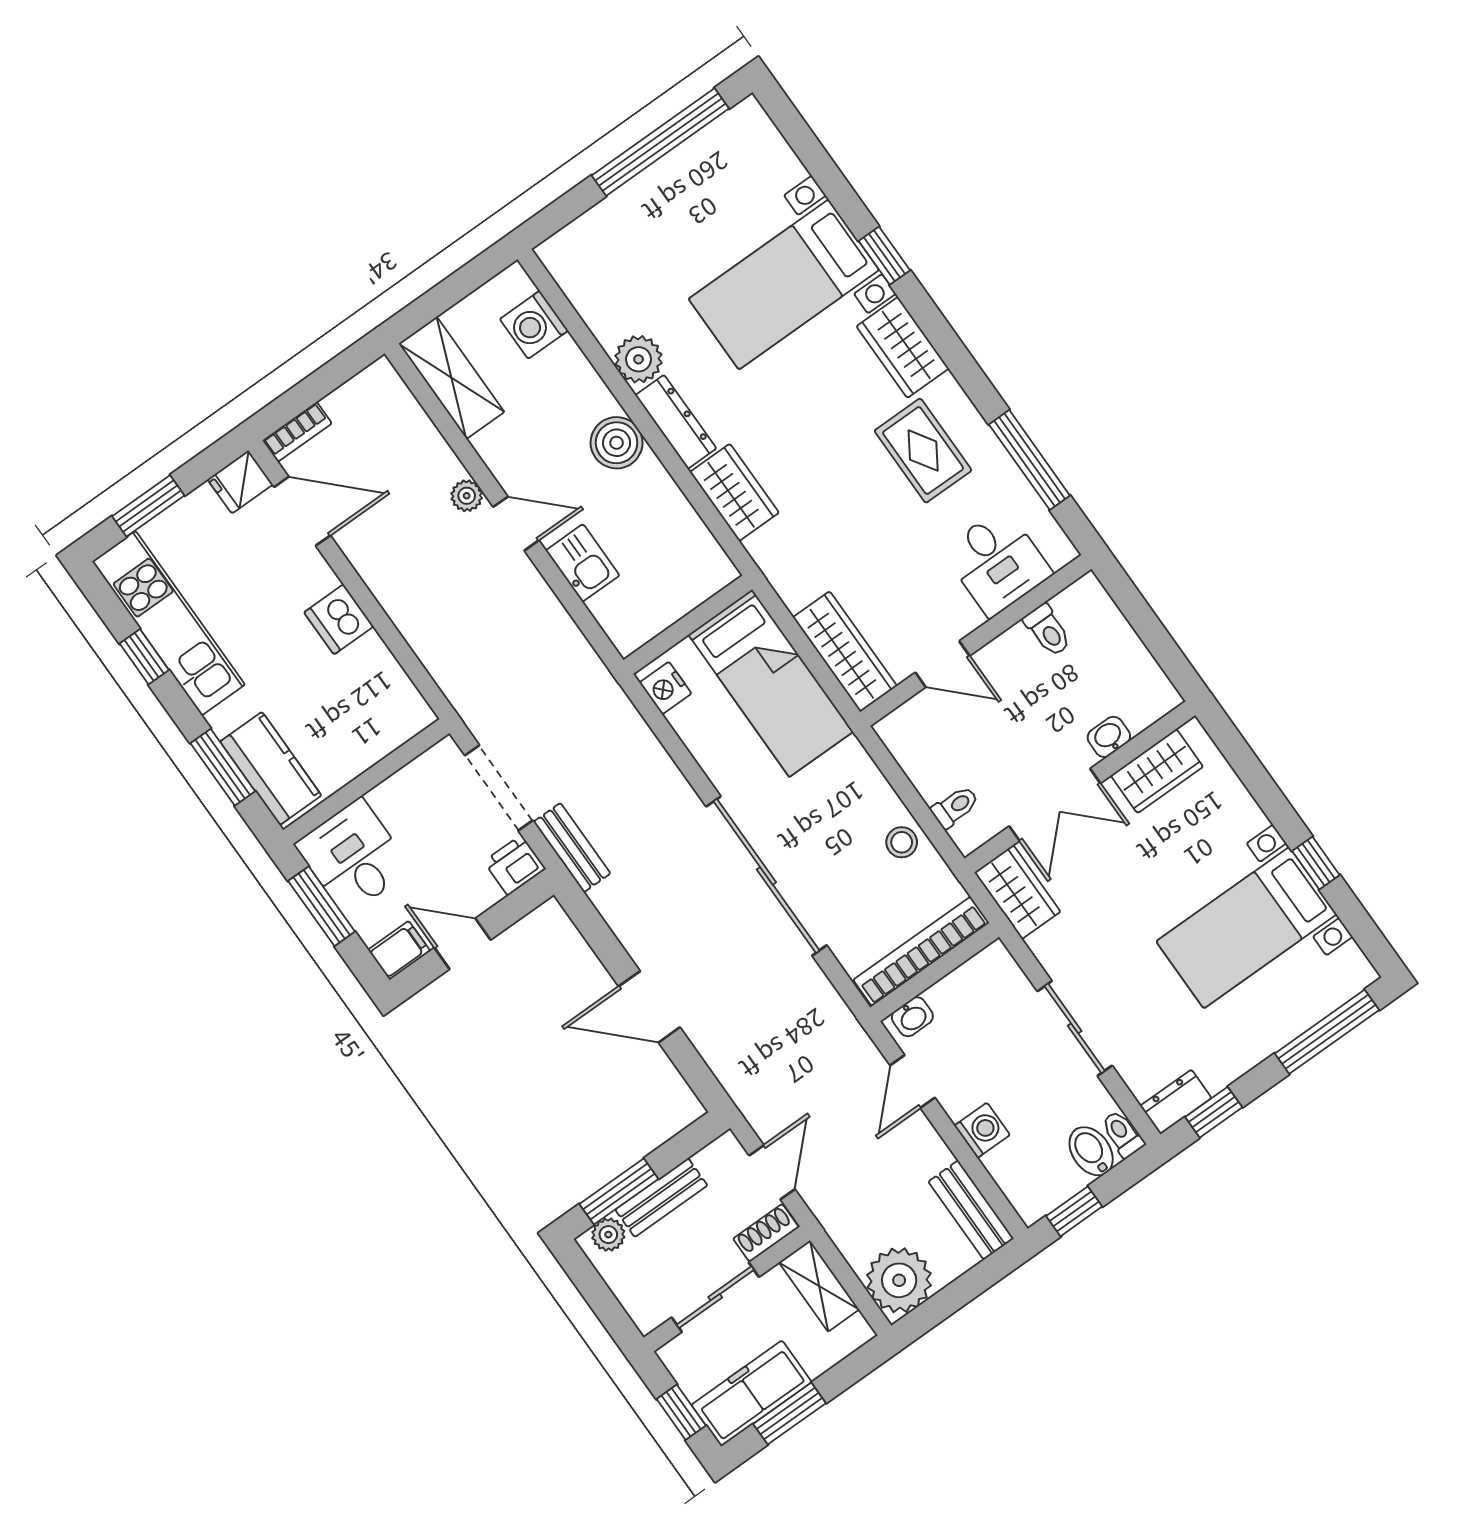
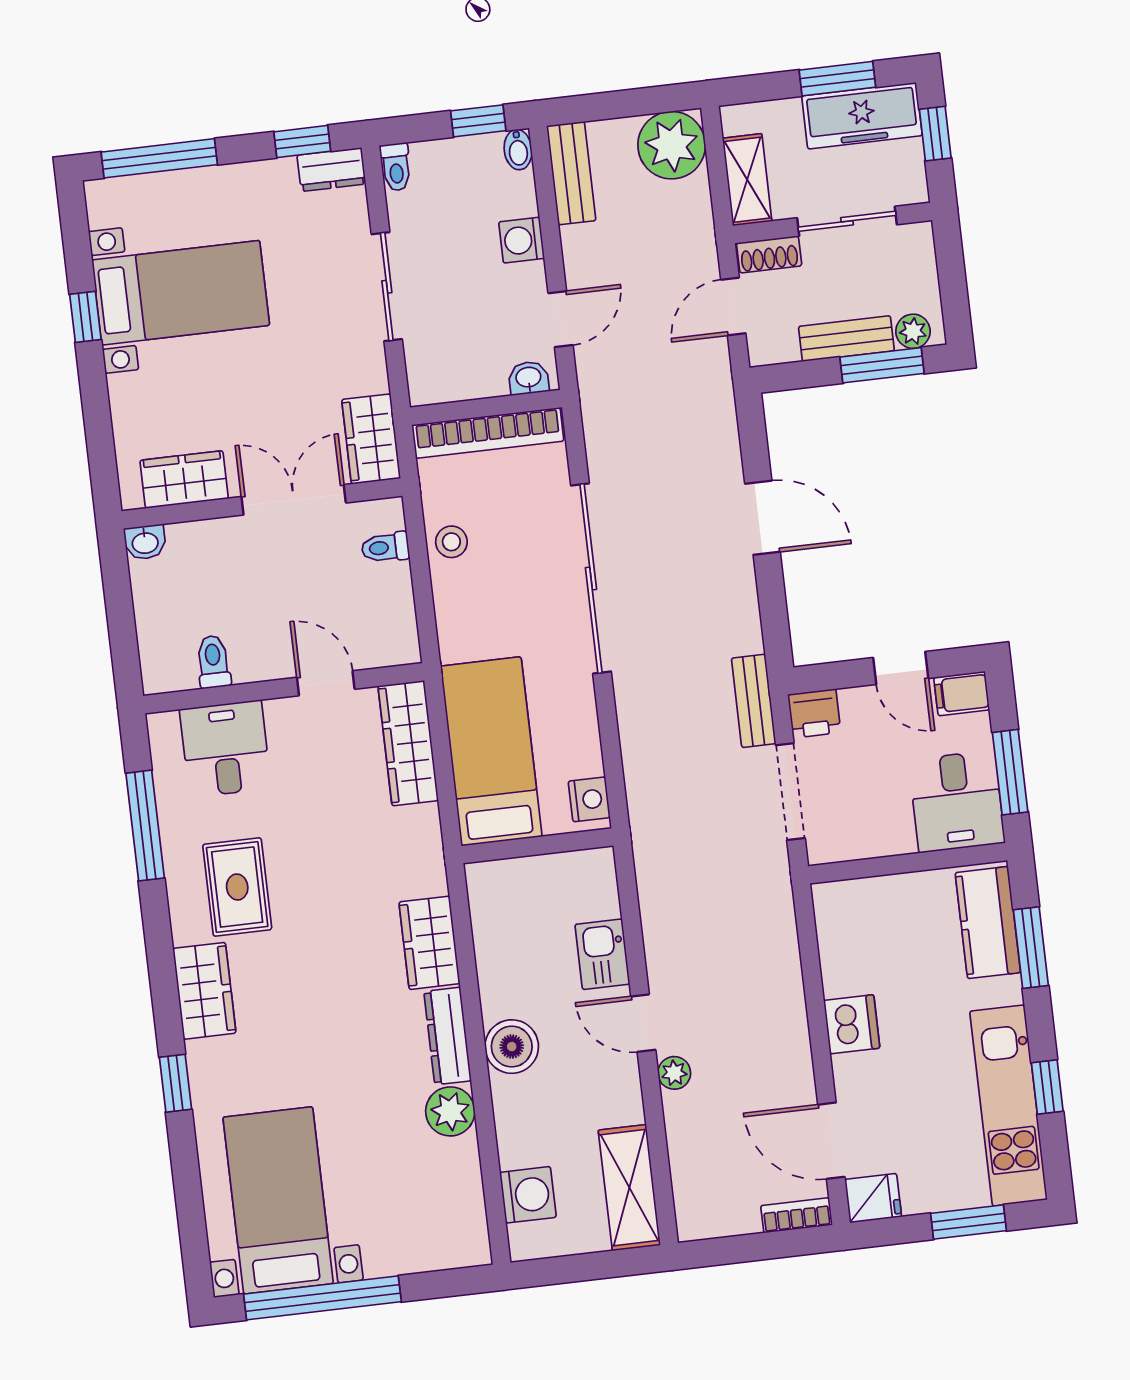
bed with nightstands: (784, 284) -> (278, 1200), moved, turned -90
washbasin: (1109, 737) -> (145, 542), moved
bidet: (1091, 1151) -> (518, 150), moved, width x0.72, depth x0.74

